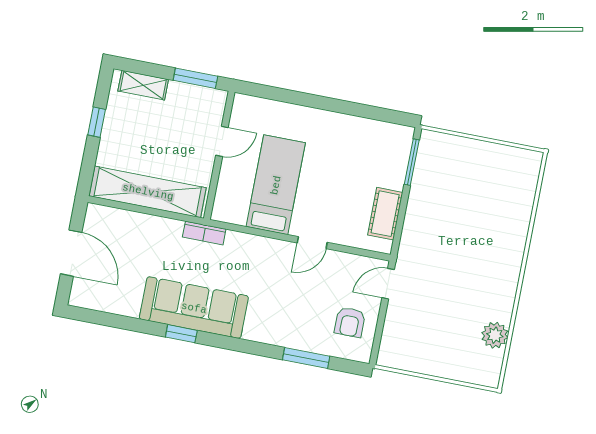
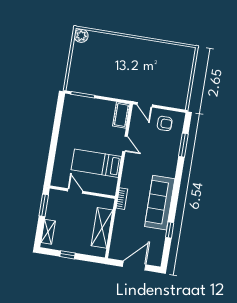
shelving: (148, 192) -> (102, 228), width x0.68
cot: (385, 214) -> (121, 115), moved, turned 90
window: (181, 334) -> (170, 230), moved
plant: (495, 335) -> (81, 36), moved

